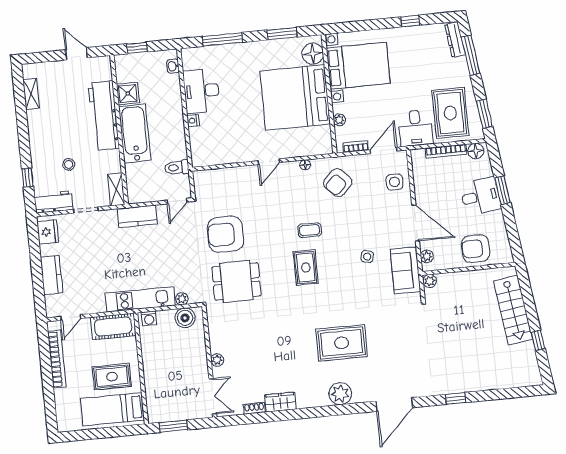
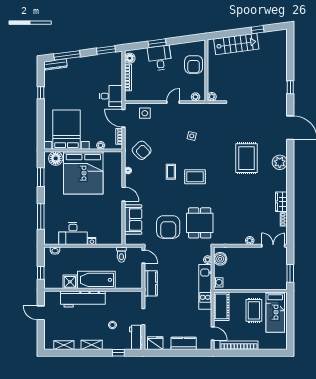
door: (76, 54) -> (41, 313), hinge flipped
rug: (450, 113) -> (103, 72), removed
shelving: (116, 189) -> (92, 345), moved
door: (416, 223) -> (173, 102), width x0.53
sofa: (405, 271) -> (133, 220), moved, turned -90

